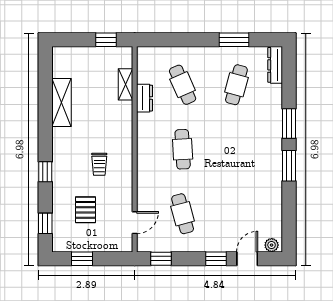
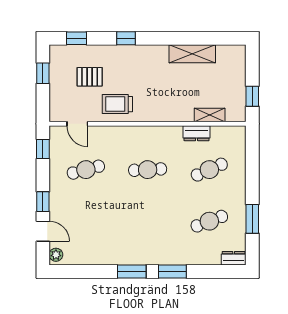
dresser: (275, 65) -> (234, 258), width x0.70
cafe table: (236, 85) -> (209, 221), turned -36
trolley: (99, 164) -> (117, 104), moved, width x1.36, depth x1.39

